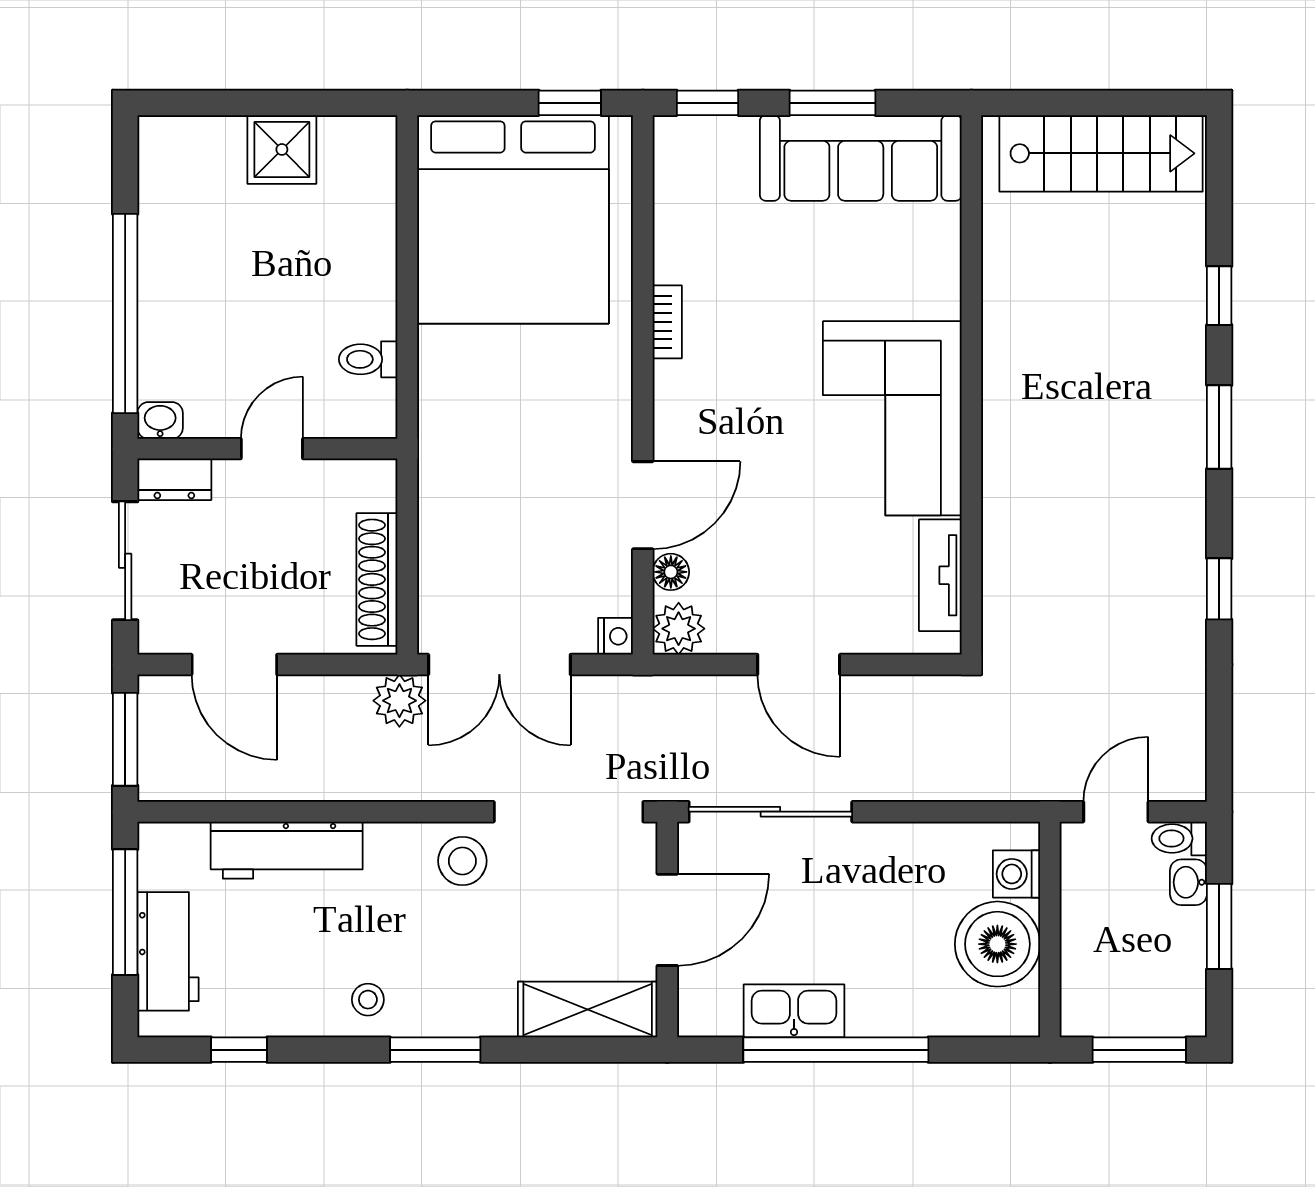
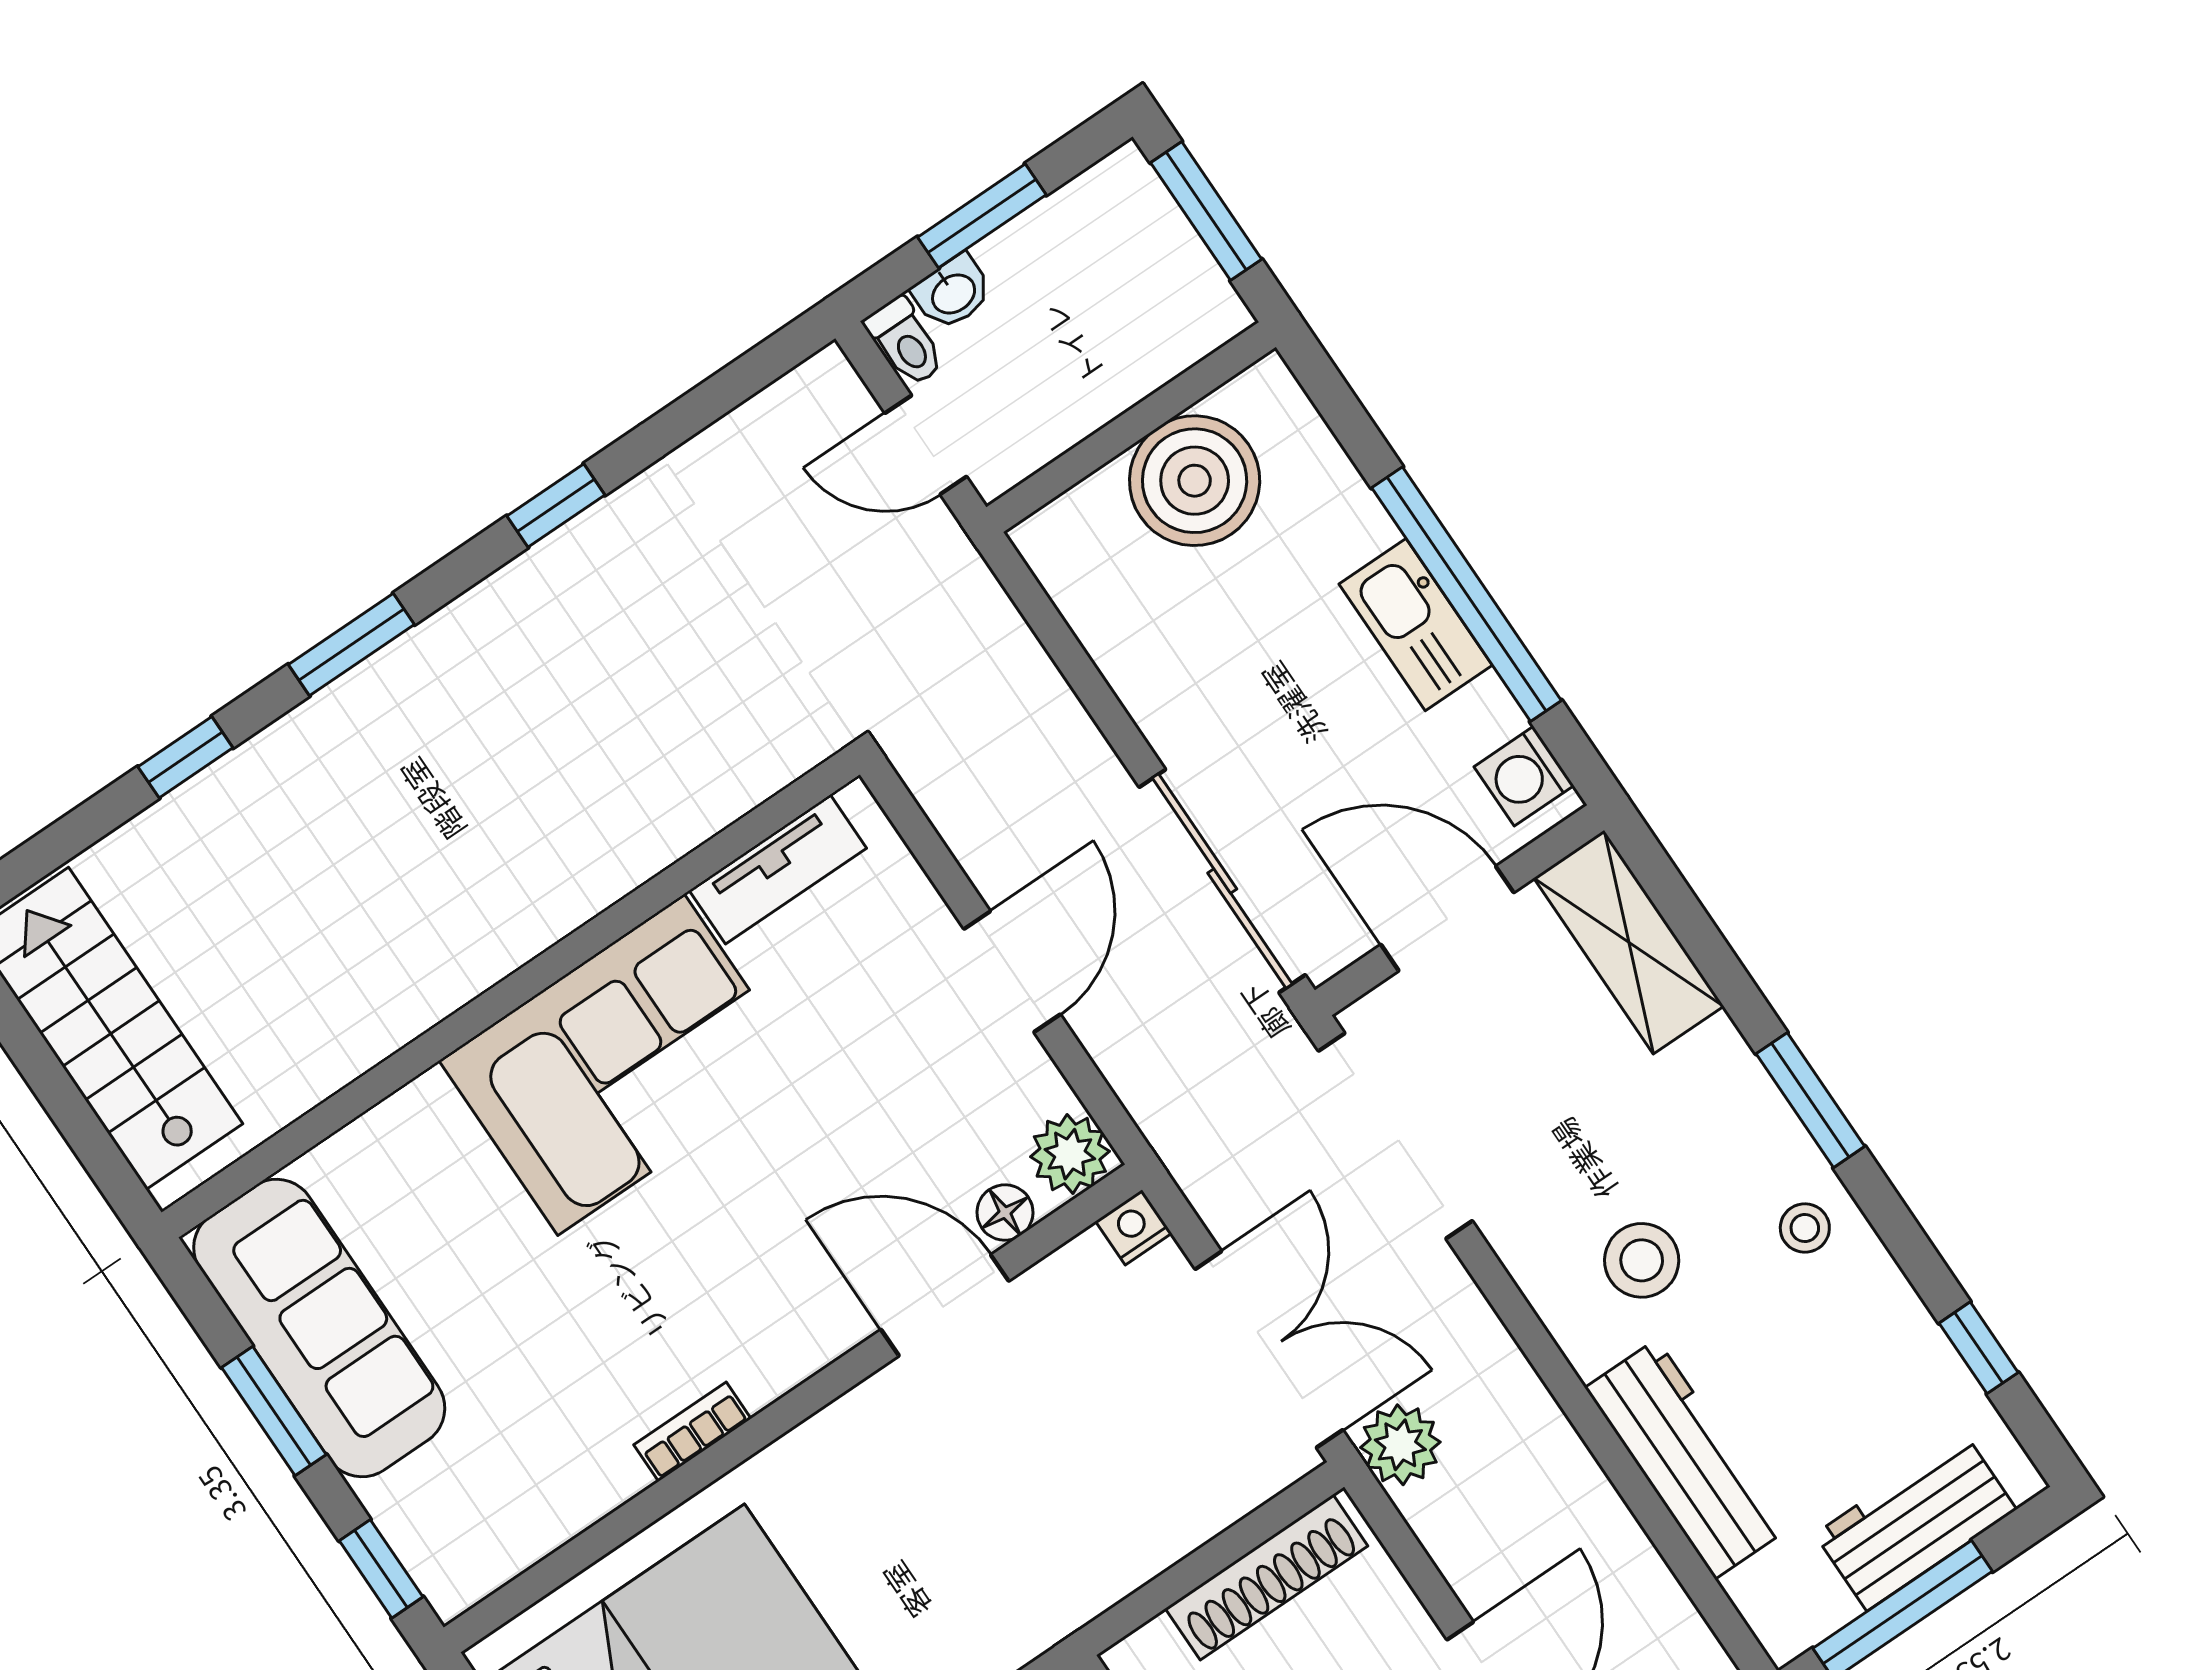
stool: (462, 861) -> (1642, 1260), moved
washing machine: (1016, 874) -> (1524, 776), moved, turned 90
kitchen sink: (794, 1011) -> (1416, 625), moved

